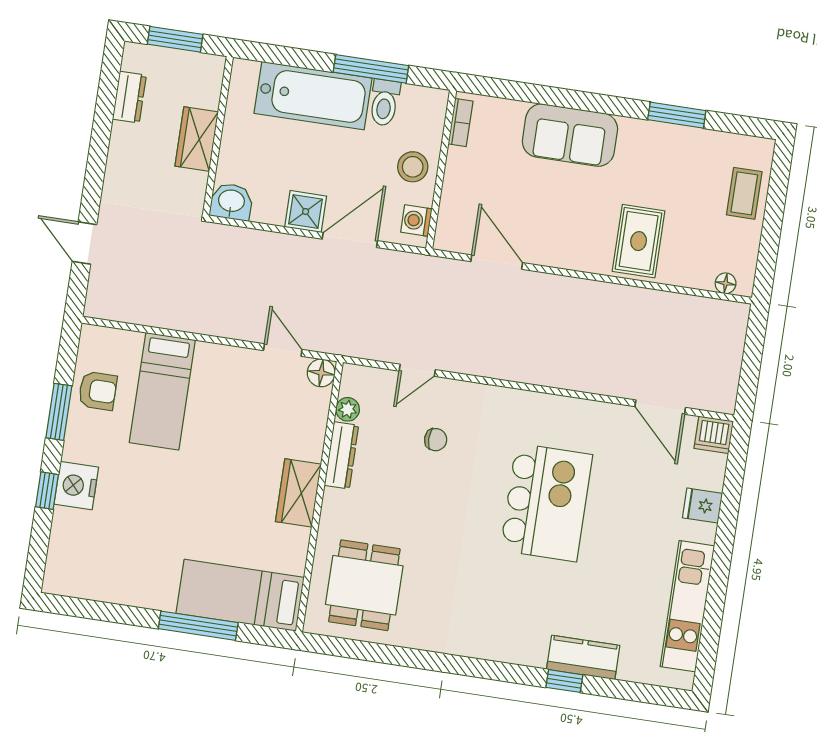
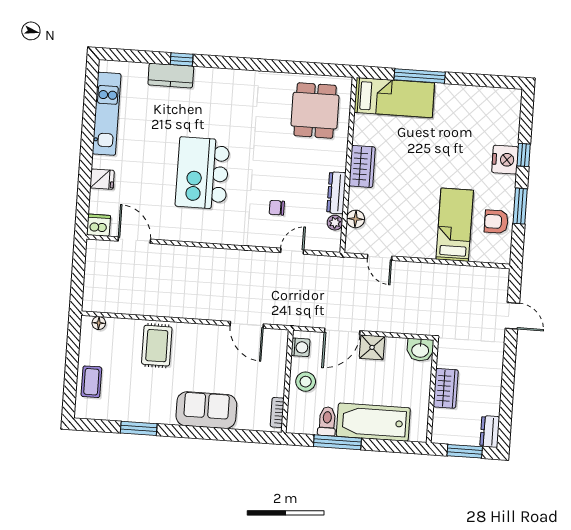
dresser: (129, 97) -> (490, 432), moved
floor lamp: (321, 373) -> (356, 219), moved

